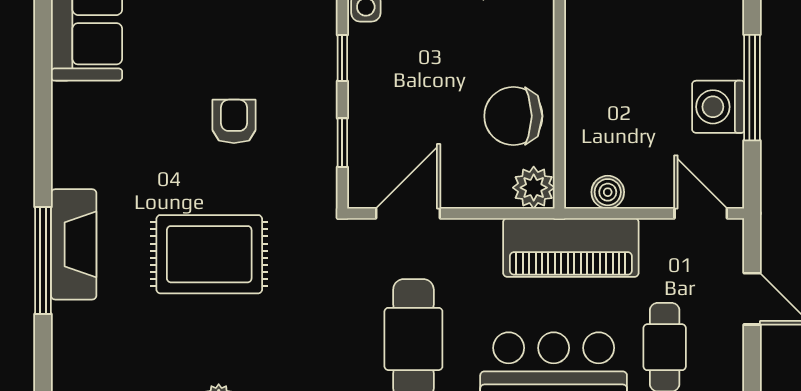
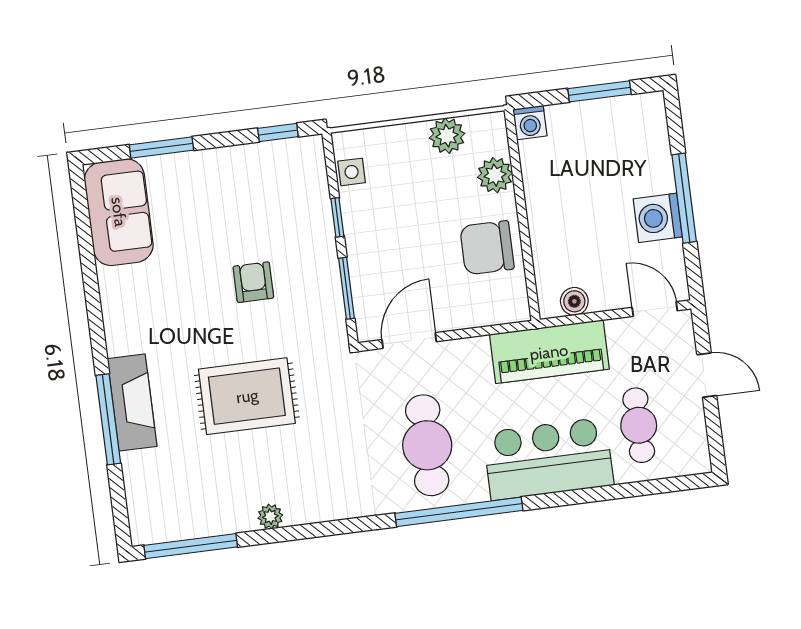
window: (342, 143) -> (346, 288), width x1.50
plant: (534, 188) -> (495, 175), moved

